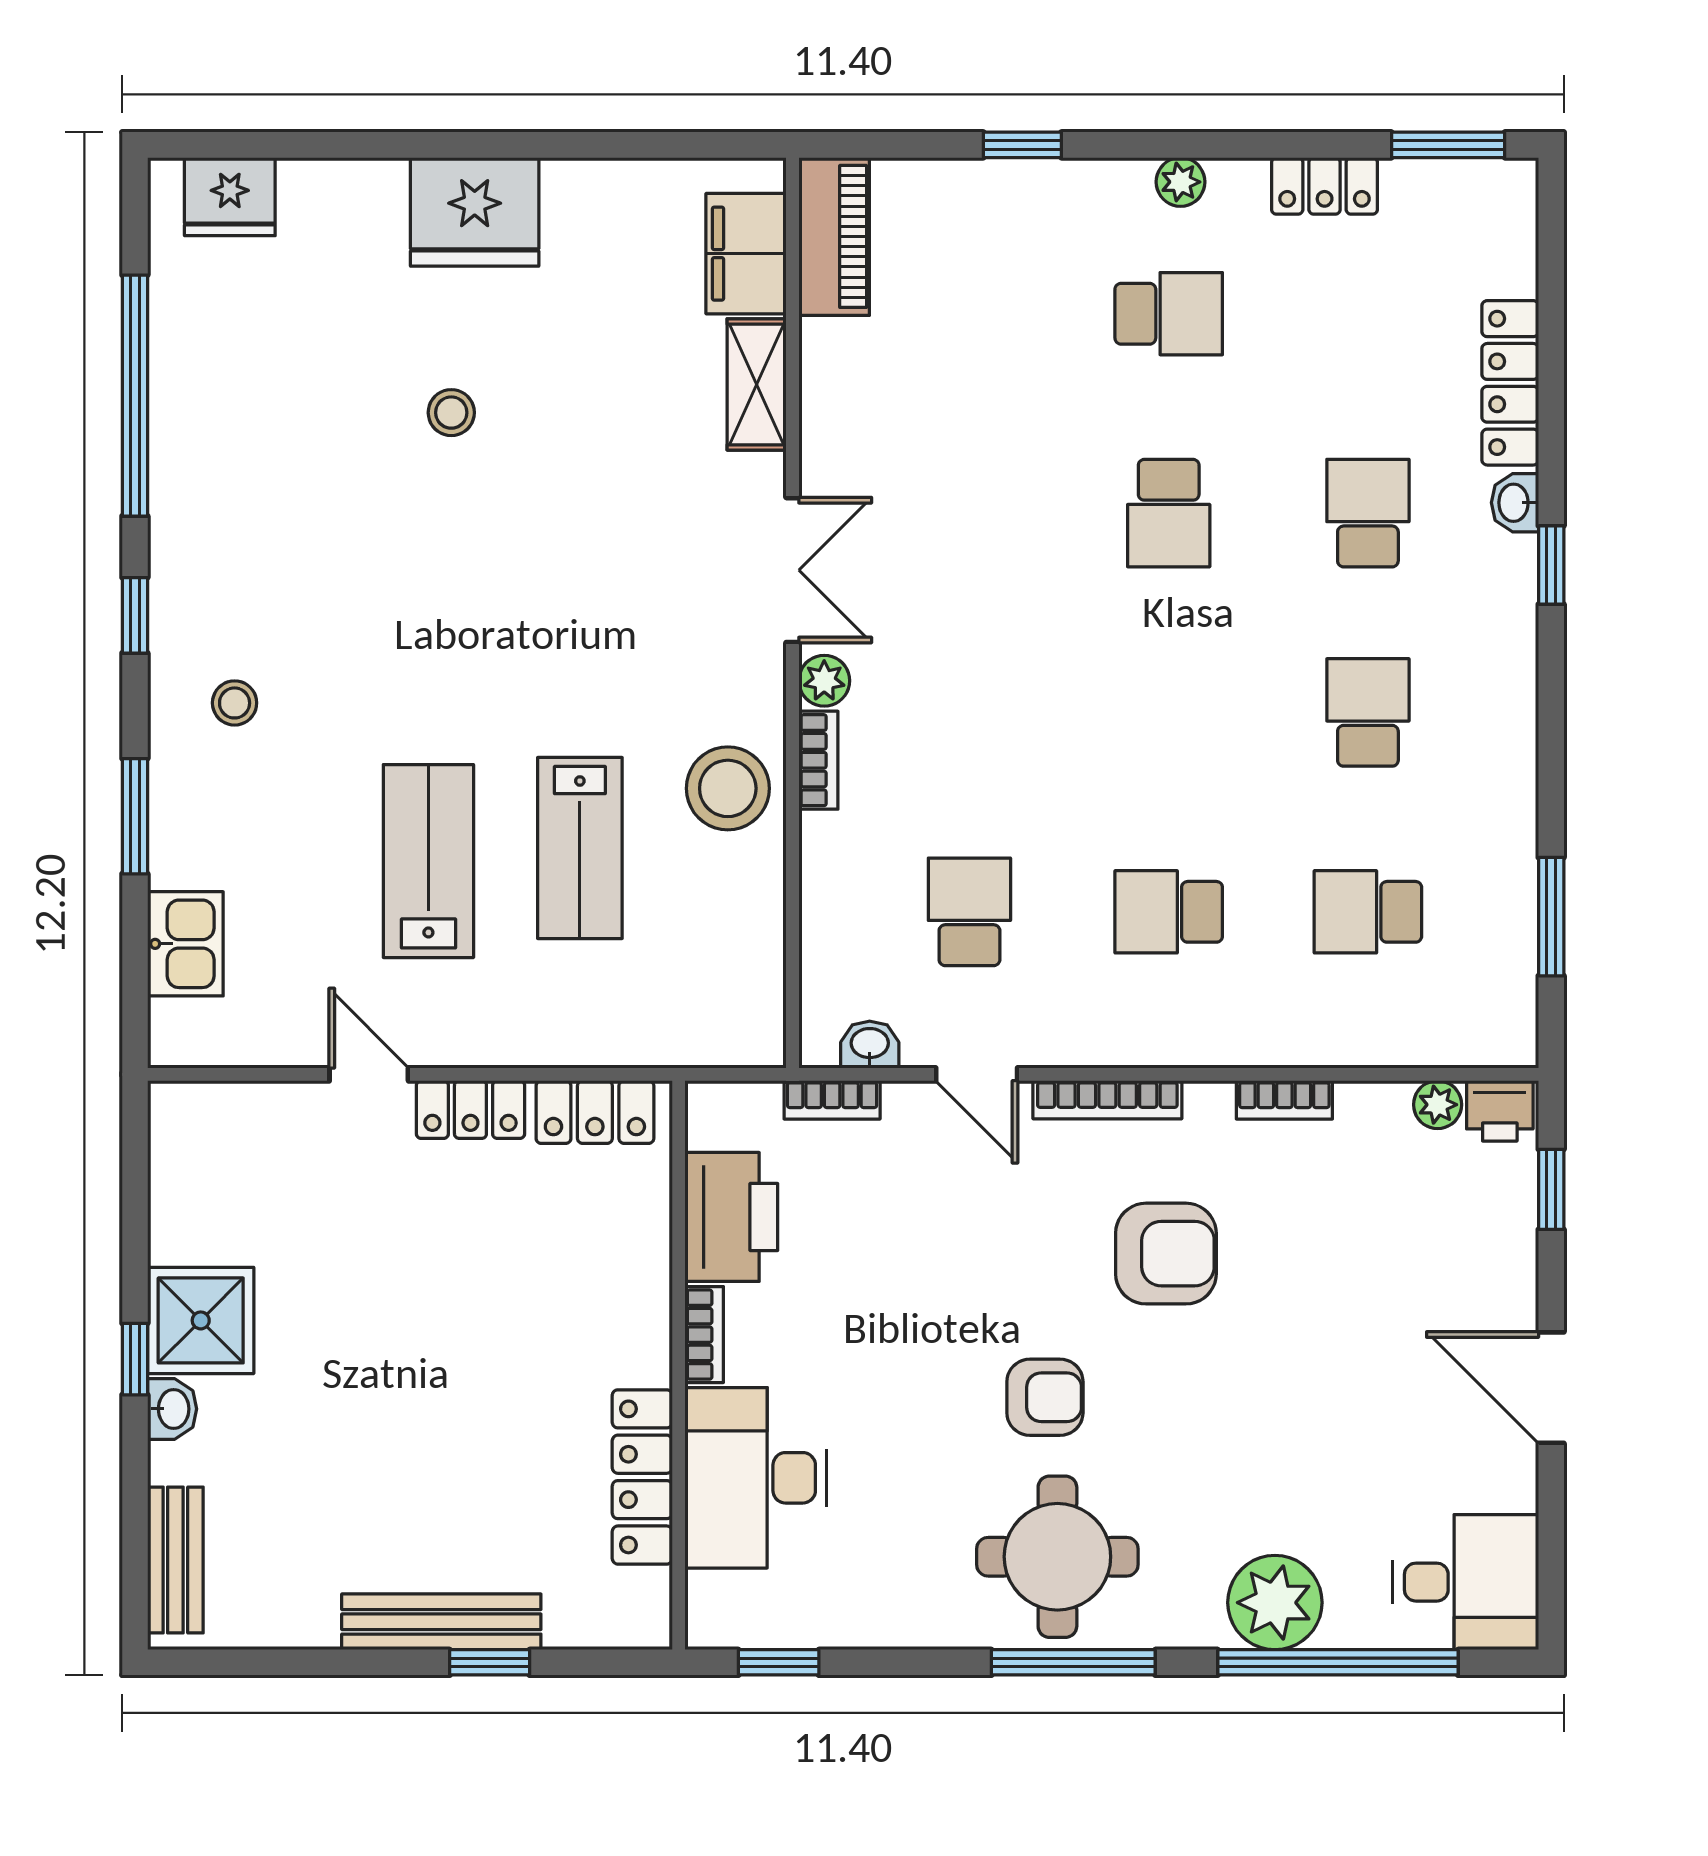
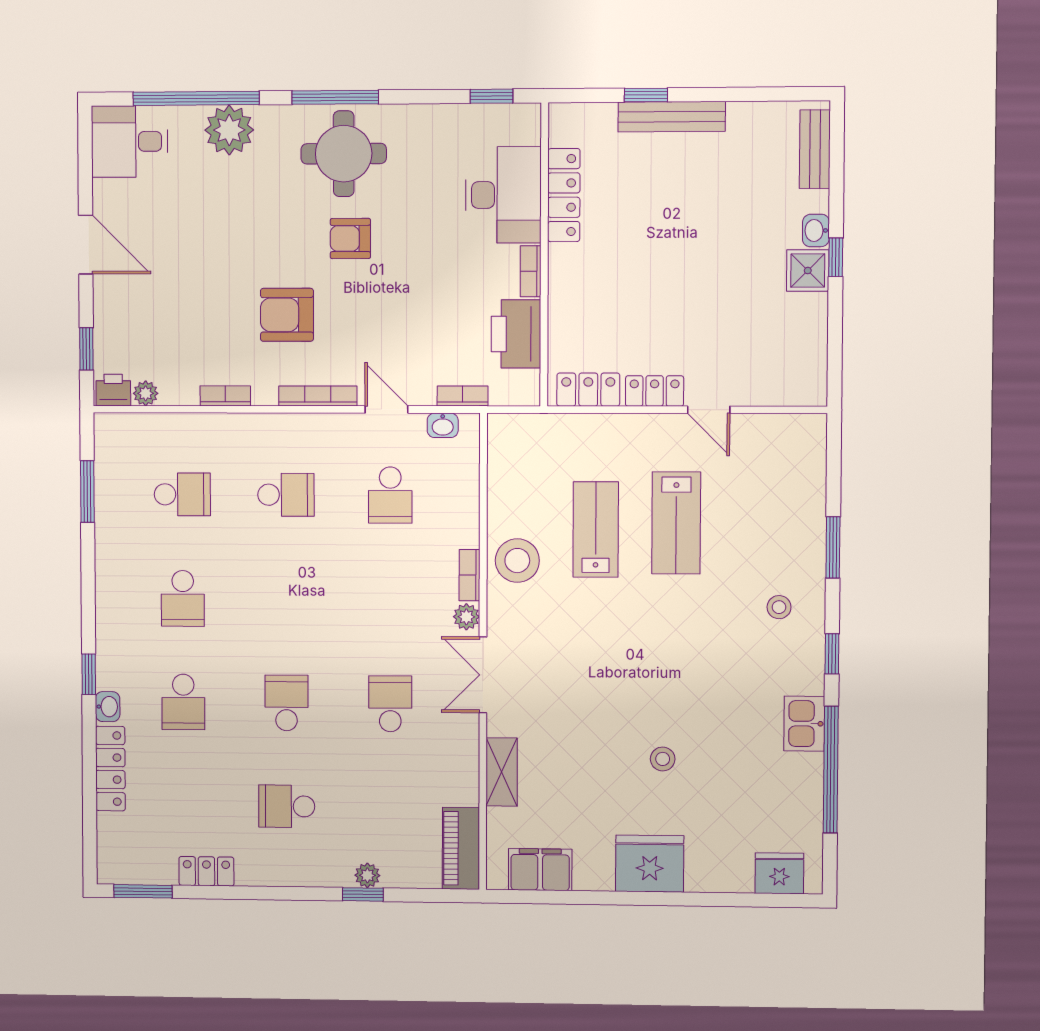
plant: (1181, 182) -> (367, 875), moved
filing cabinet: (746, 254) -> (540, 870), moved, turned -90
school desk: (969, 513) -> (390, 704), added
kitchen sink: (185, 944) -> (804, 724), moved
shower: (201, 1320) -> (808, 271), width x0.73, depth x0.73

